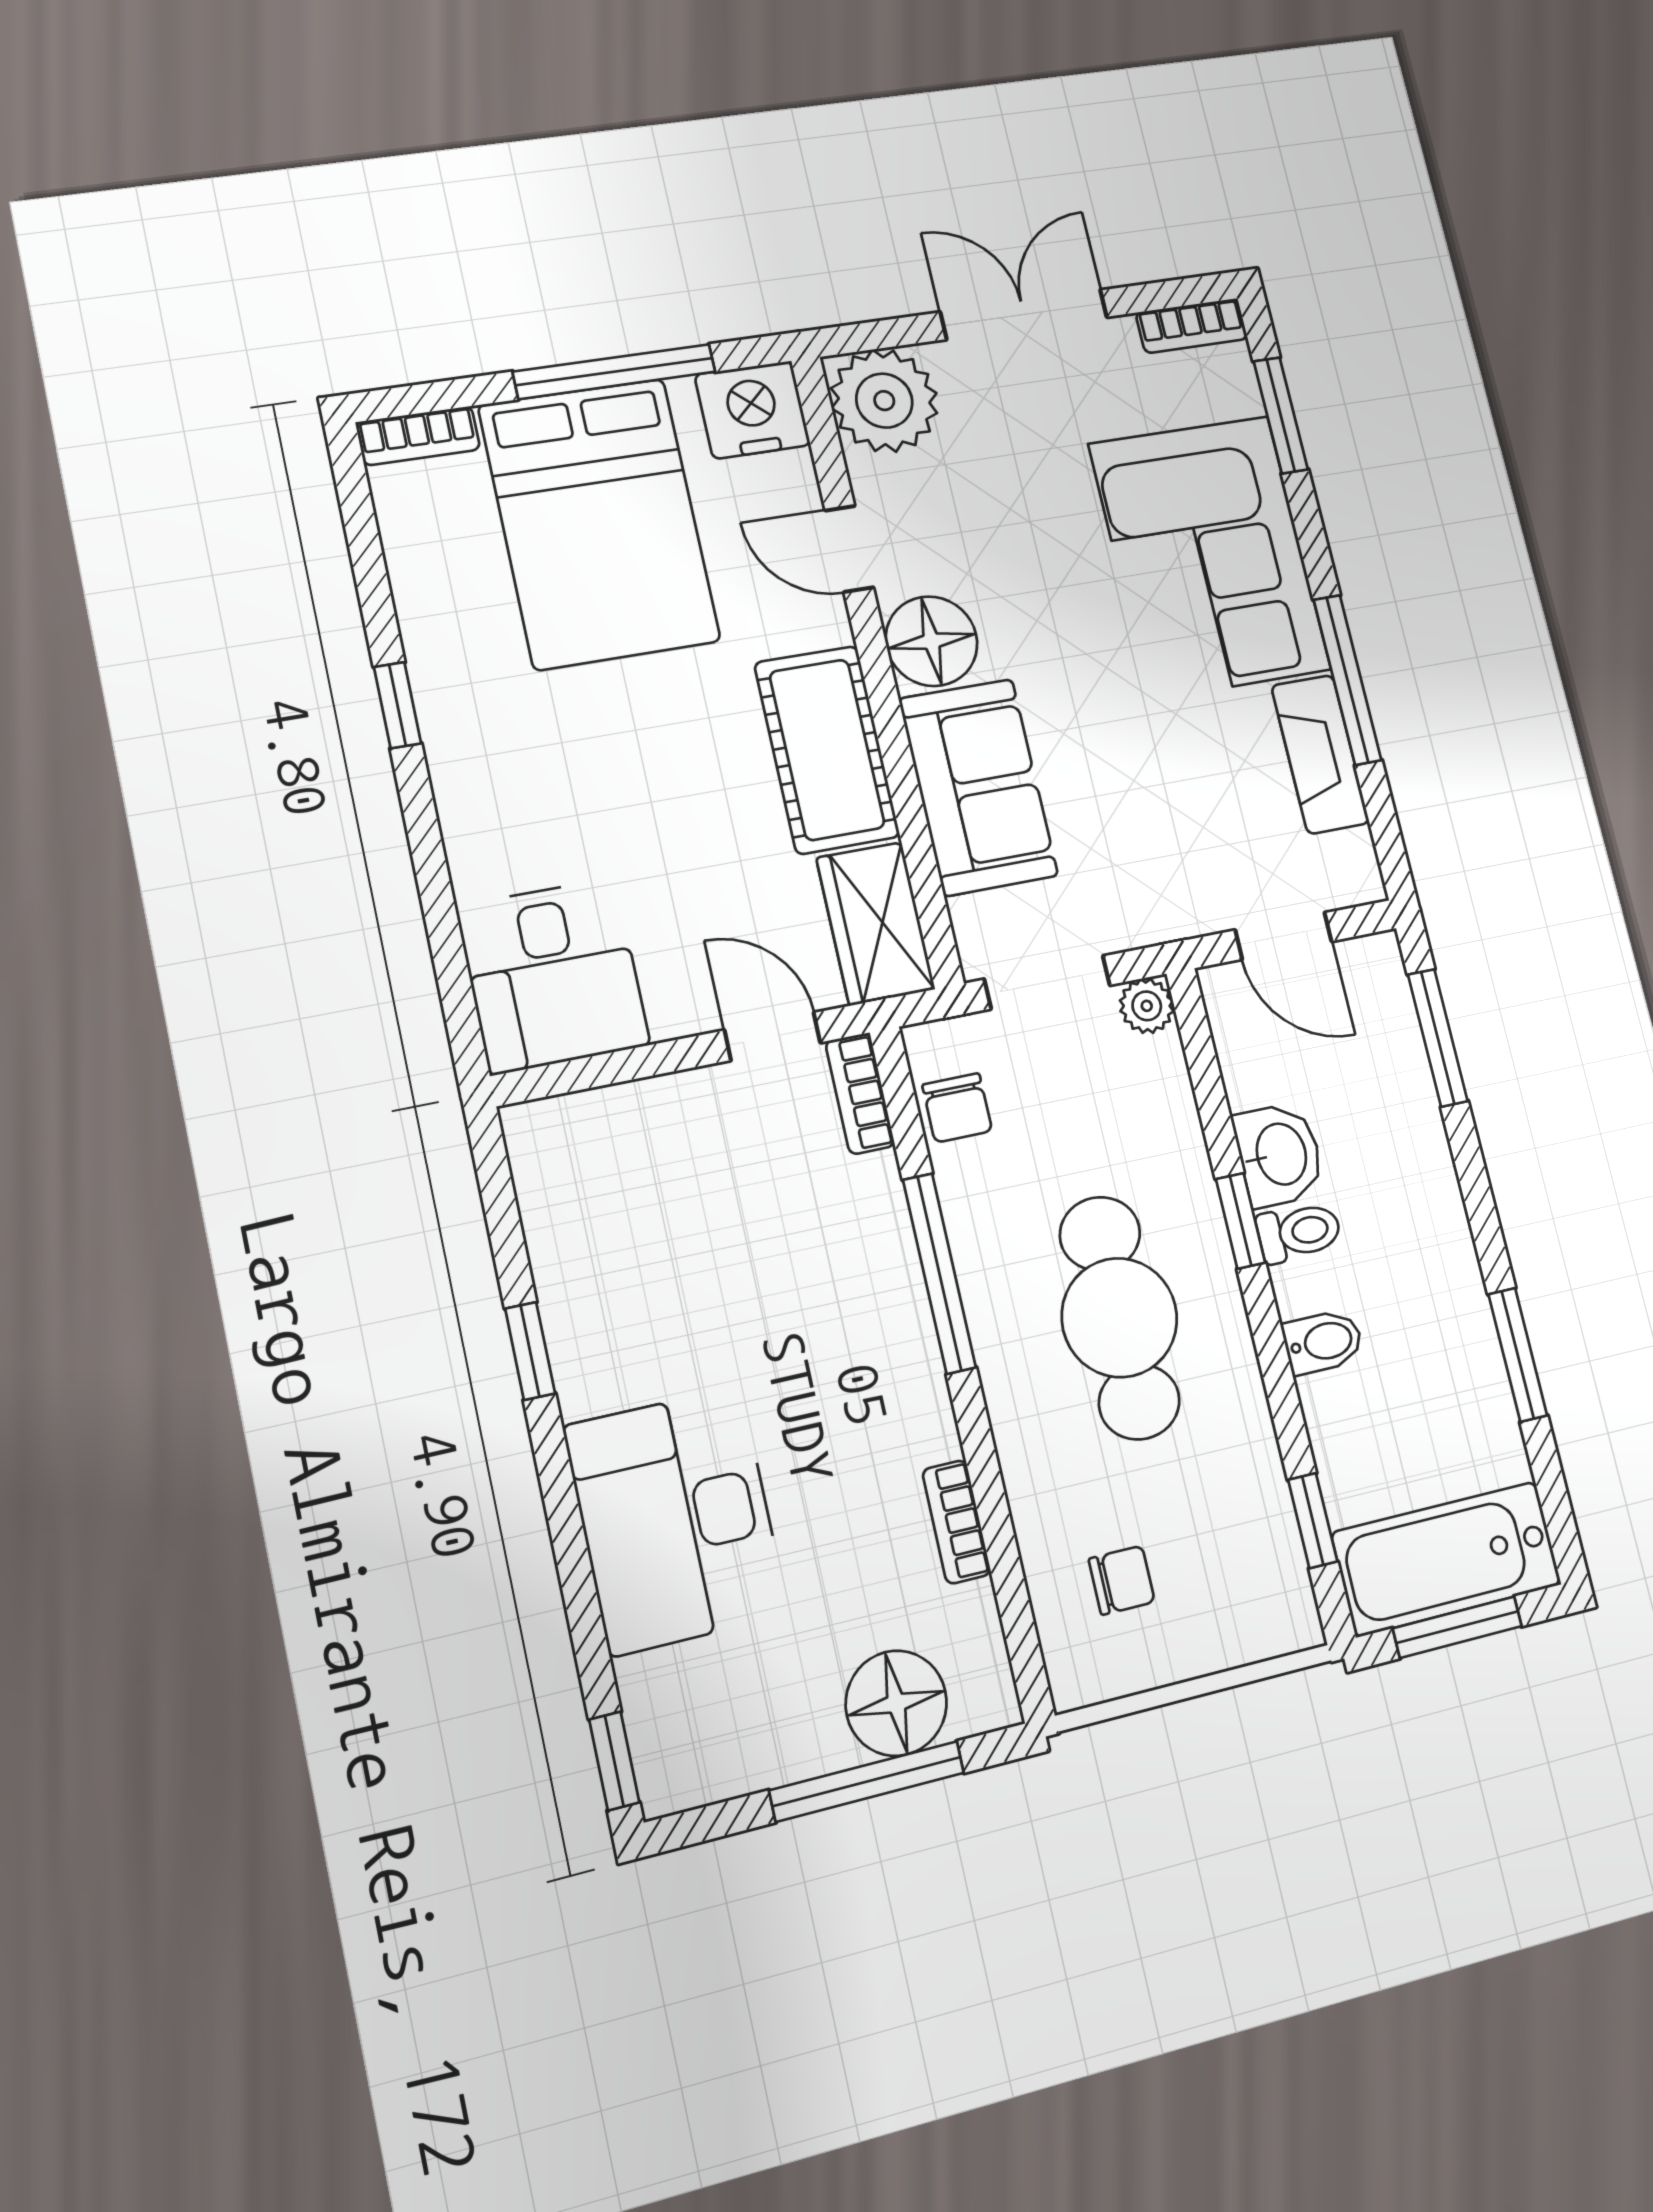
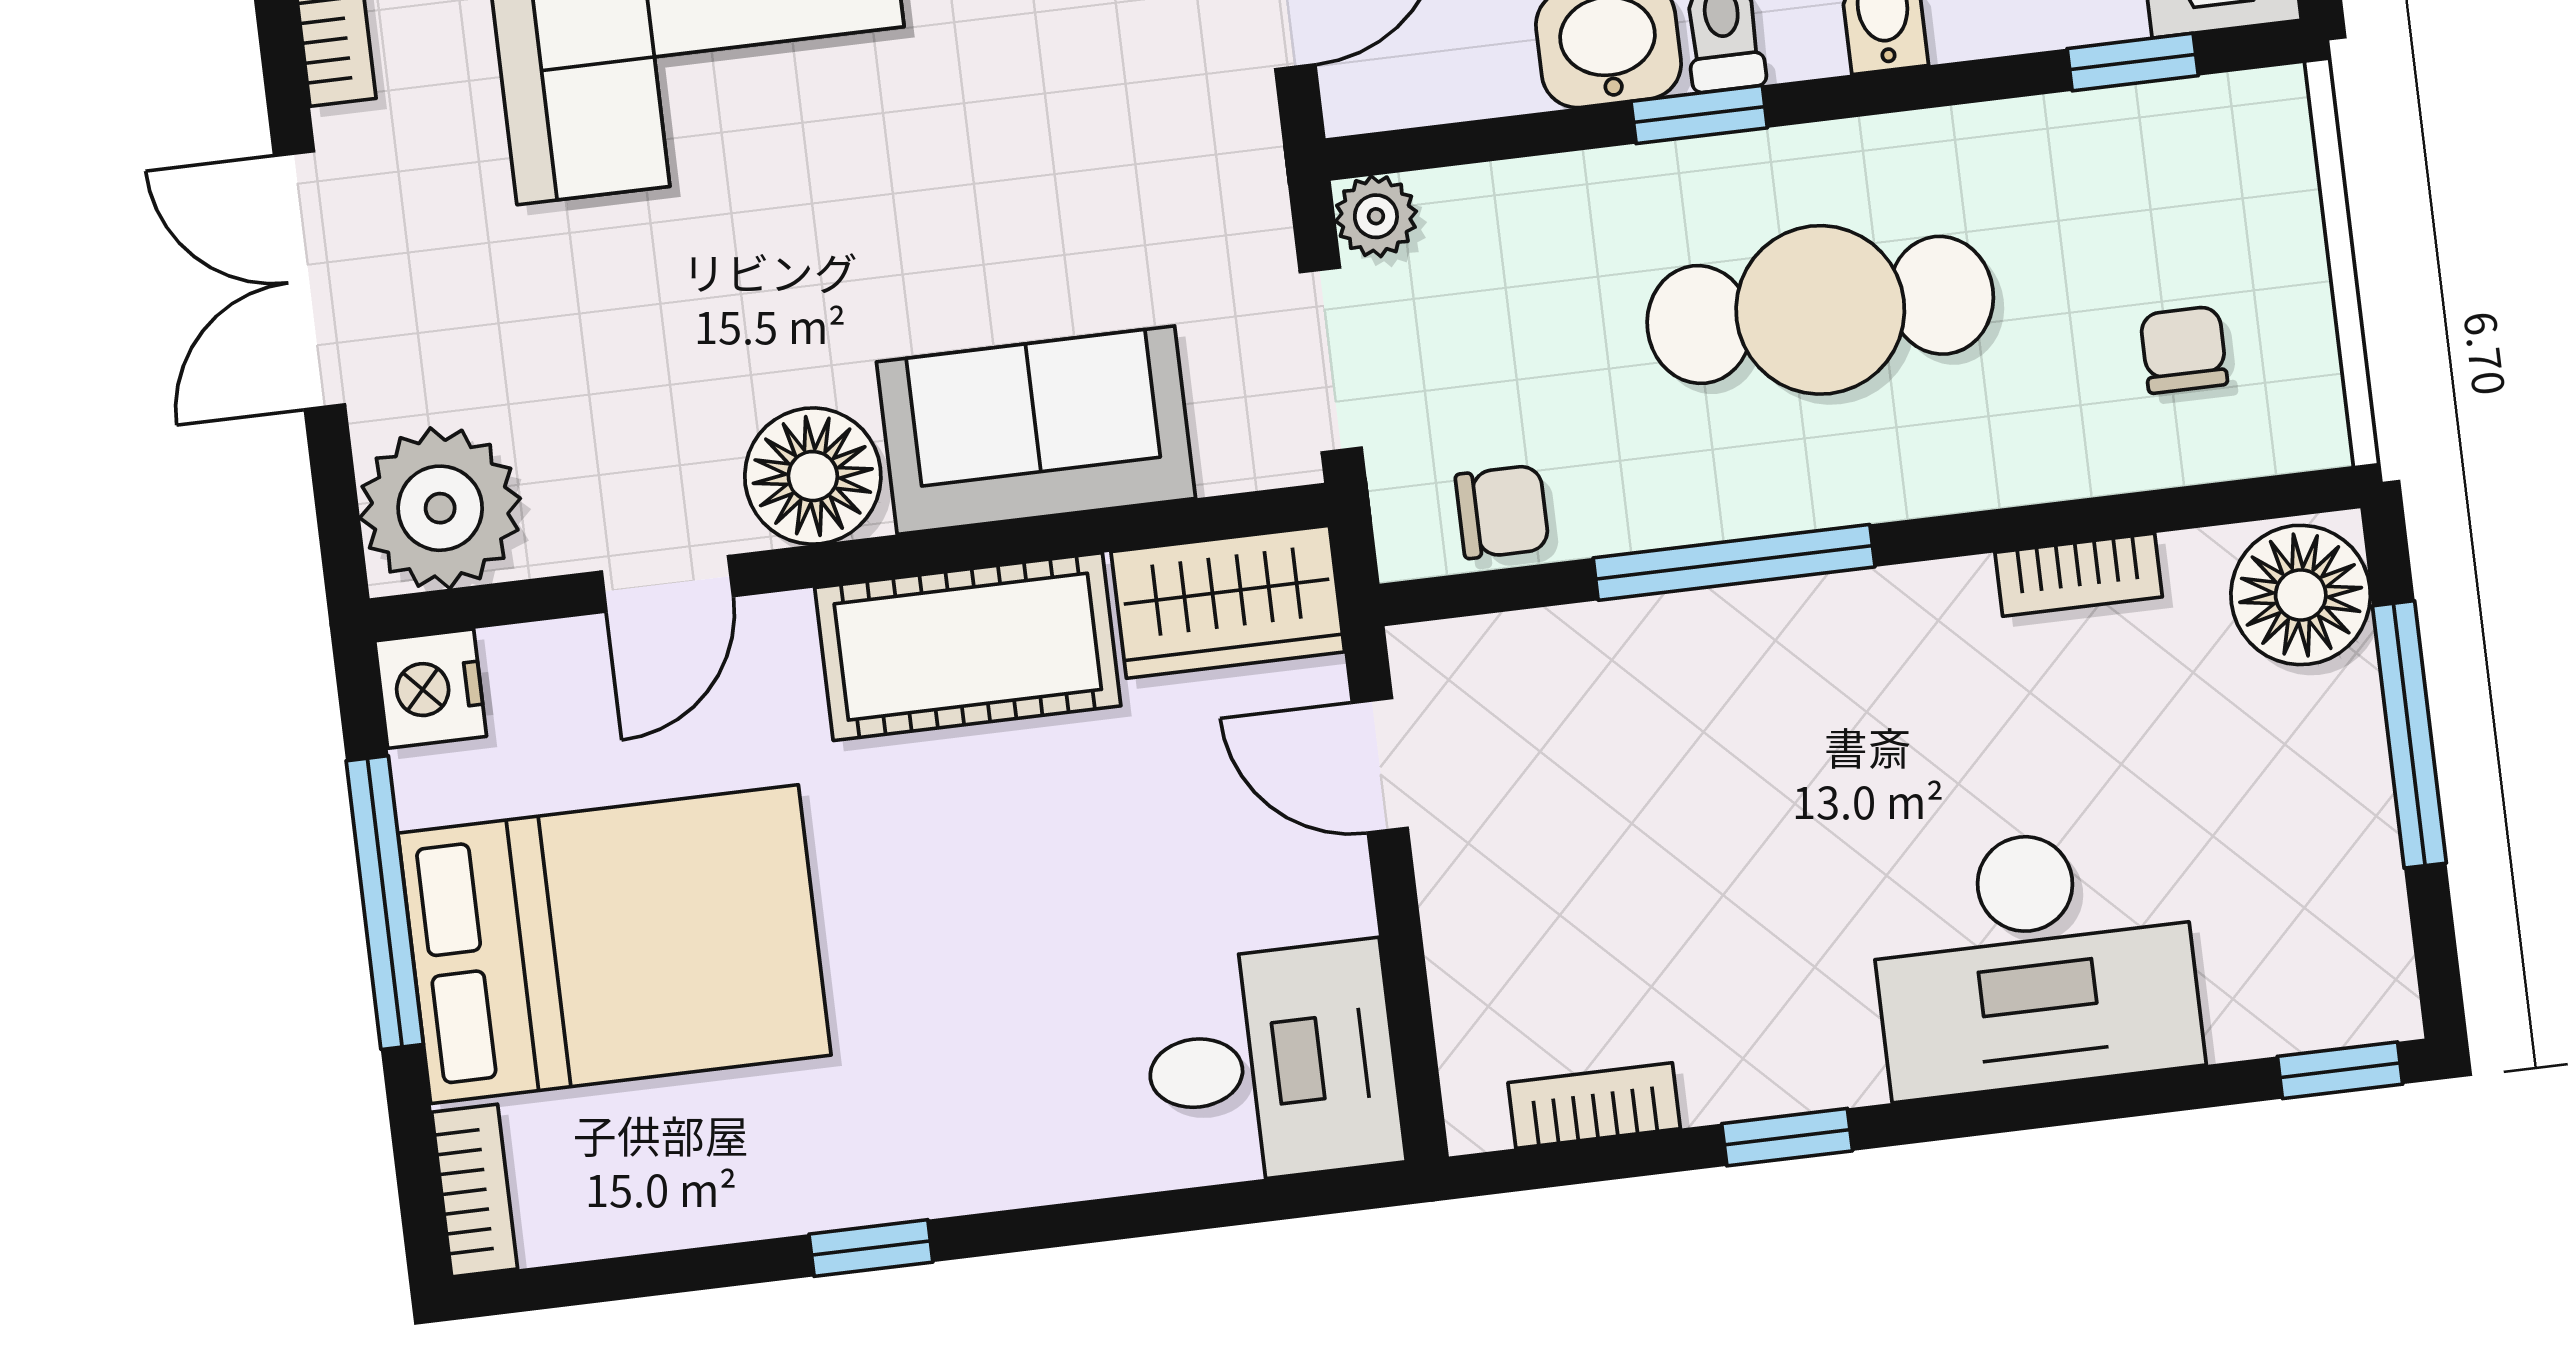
nightstand: (753, 410) -> (431, 689), width x0.74, depth x0.75
door: (772, 1036) -> (1380, 765), hinge flipped
bookcase: (860, 1094) -> (1594, 1106), moved, turned 180
floor lamp: (896, 1703) -> (2301, 595), moved

